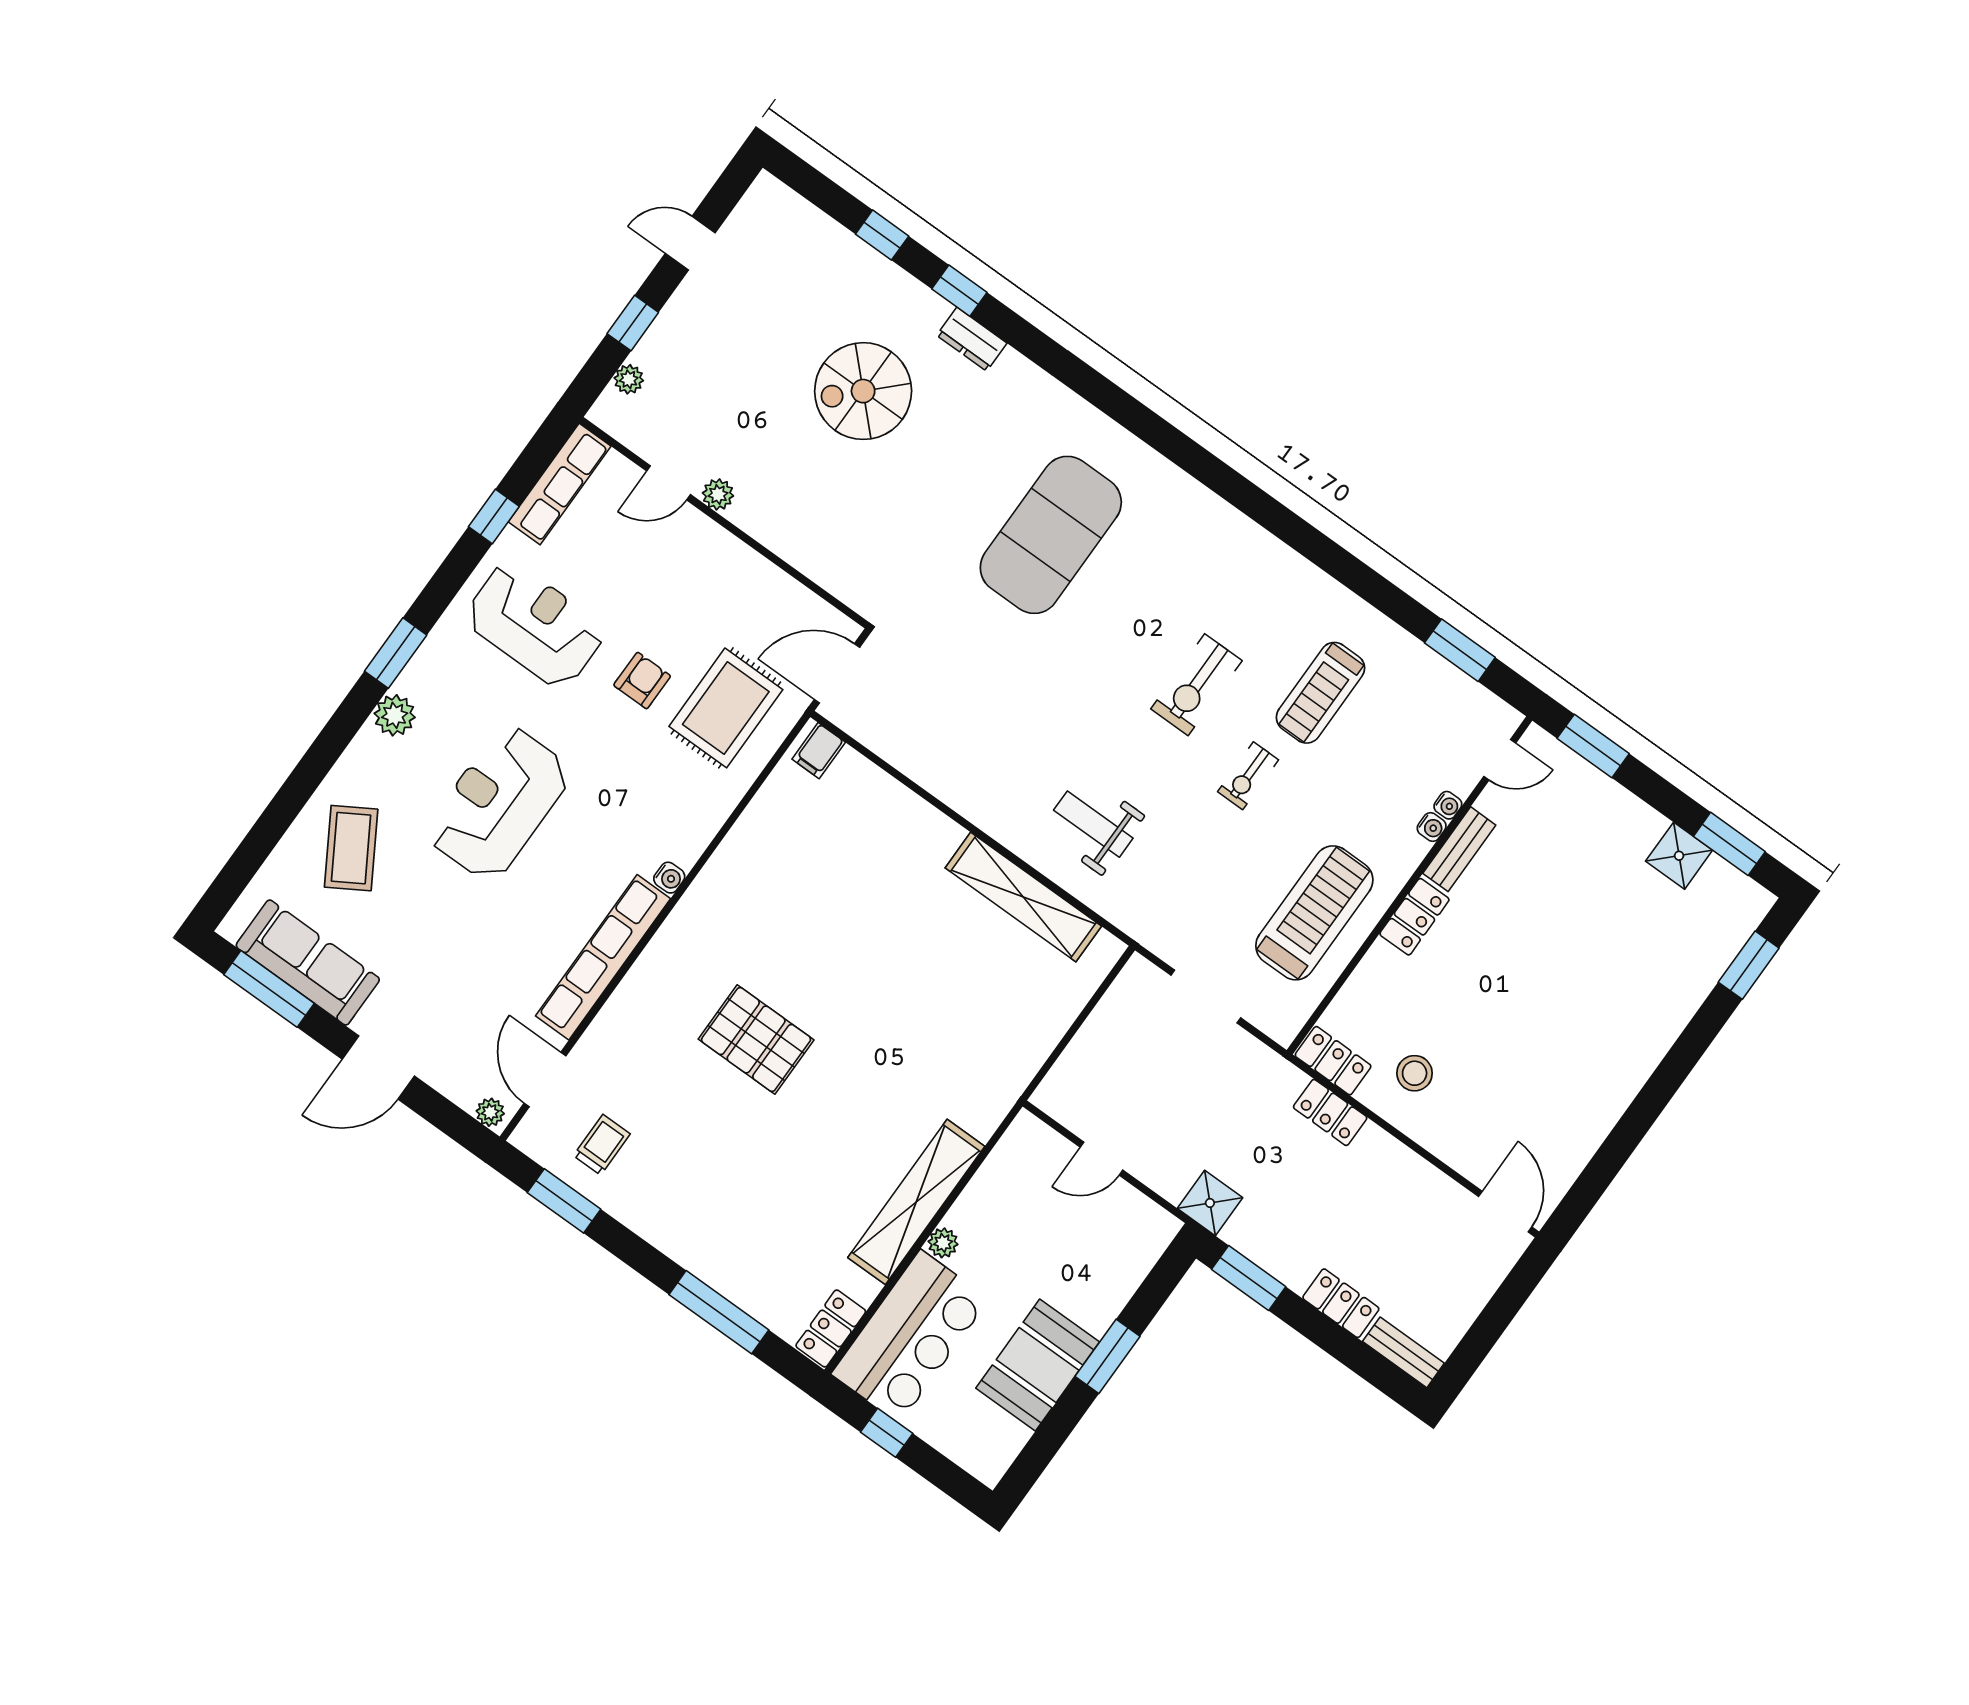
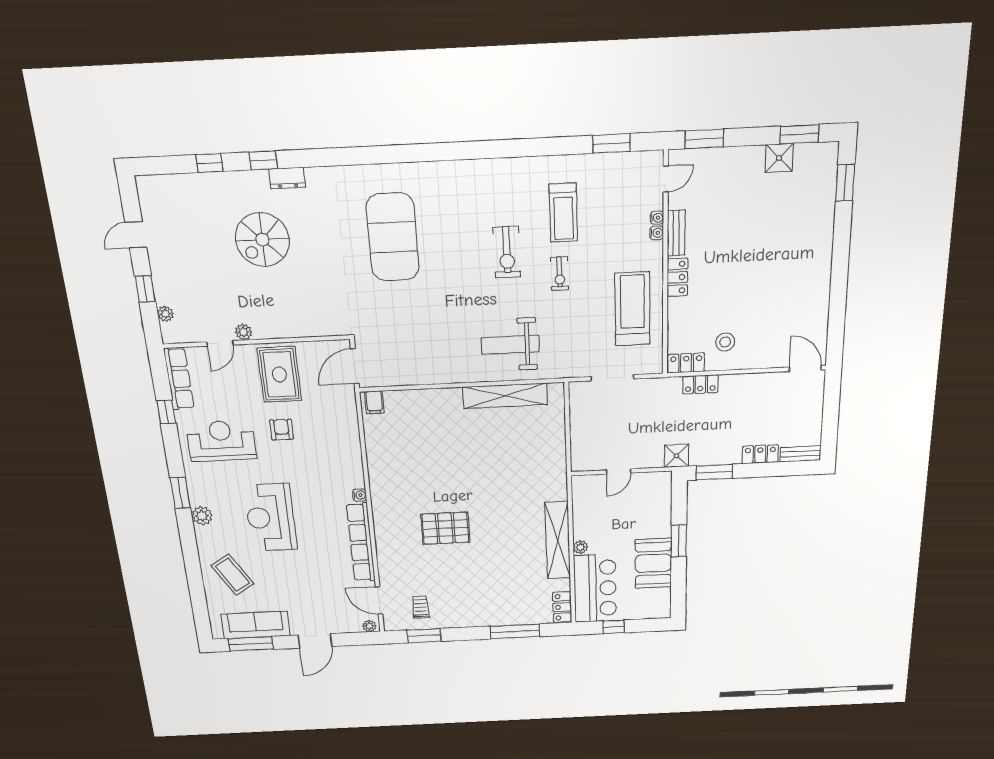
rug: (726, 708) -> (279, 374), moved
weight bench: (1093, 824) -> (510, 345), width x1.36, depth x1.33

